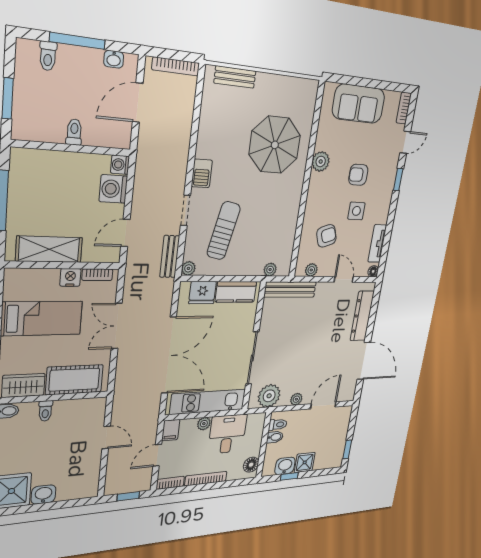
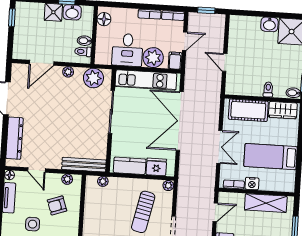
bench: (170, 257) -> (183, 195), removed
plant: (204, 424) -> (153, 58), width x1.88, depth x1.88
bookcase: (206, 479) -> (150, 14), width x0.64

